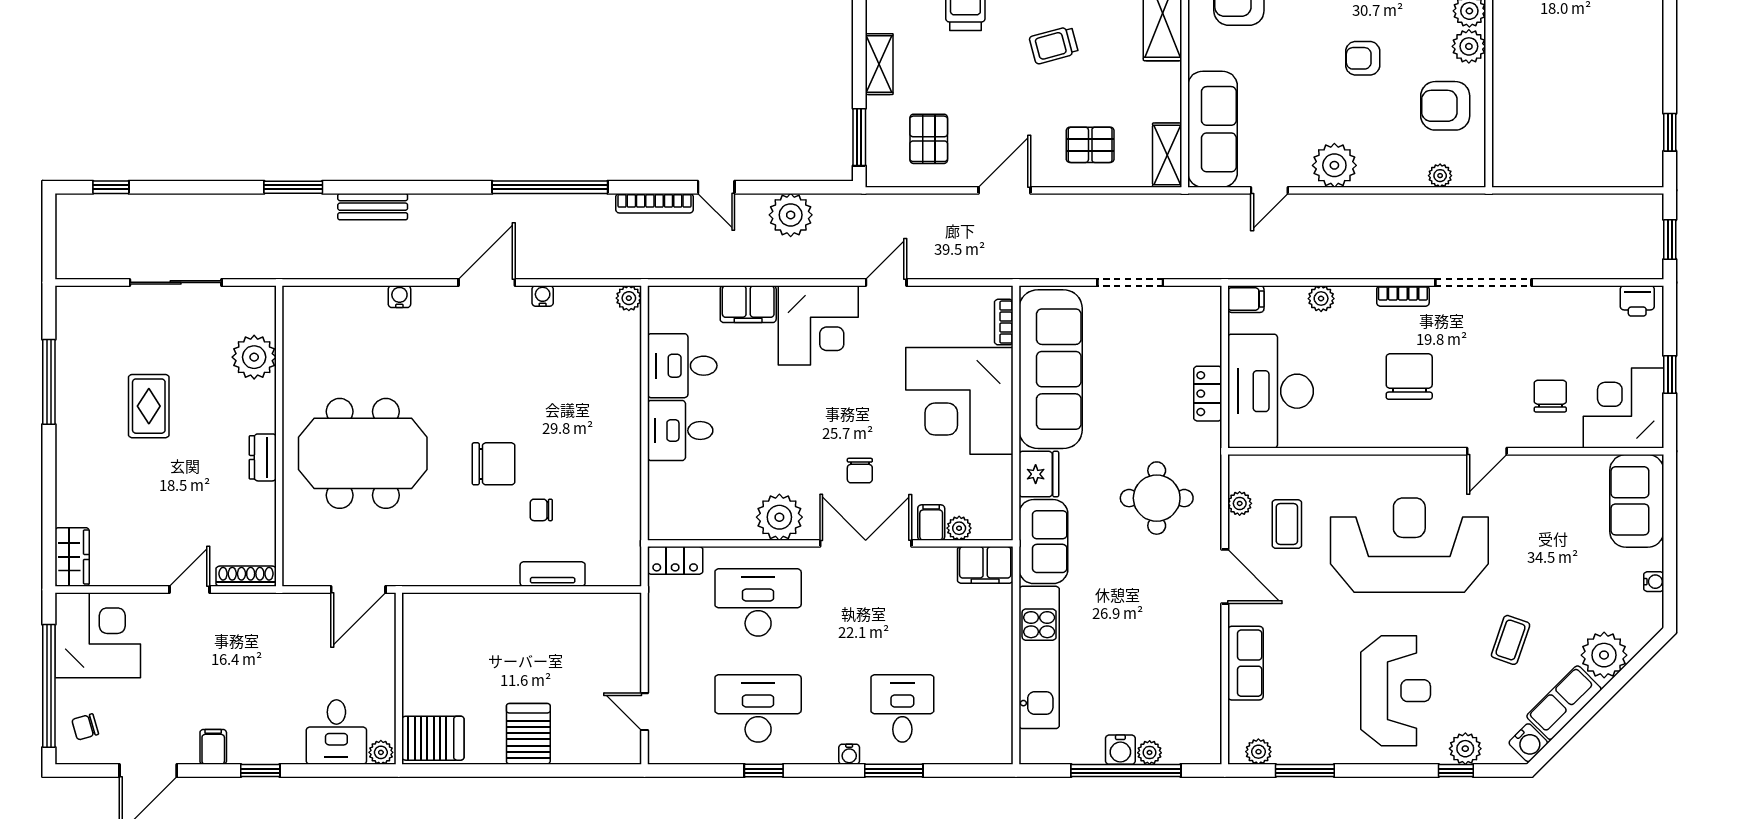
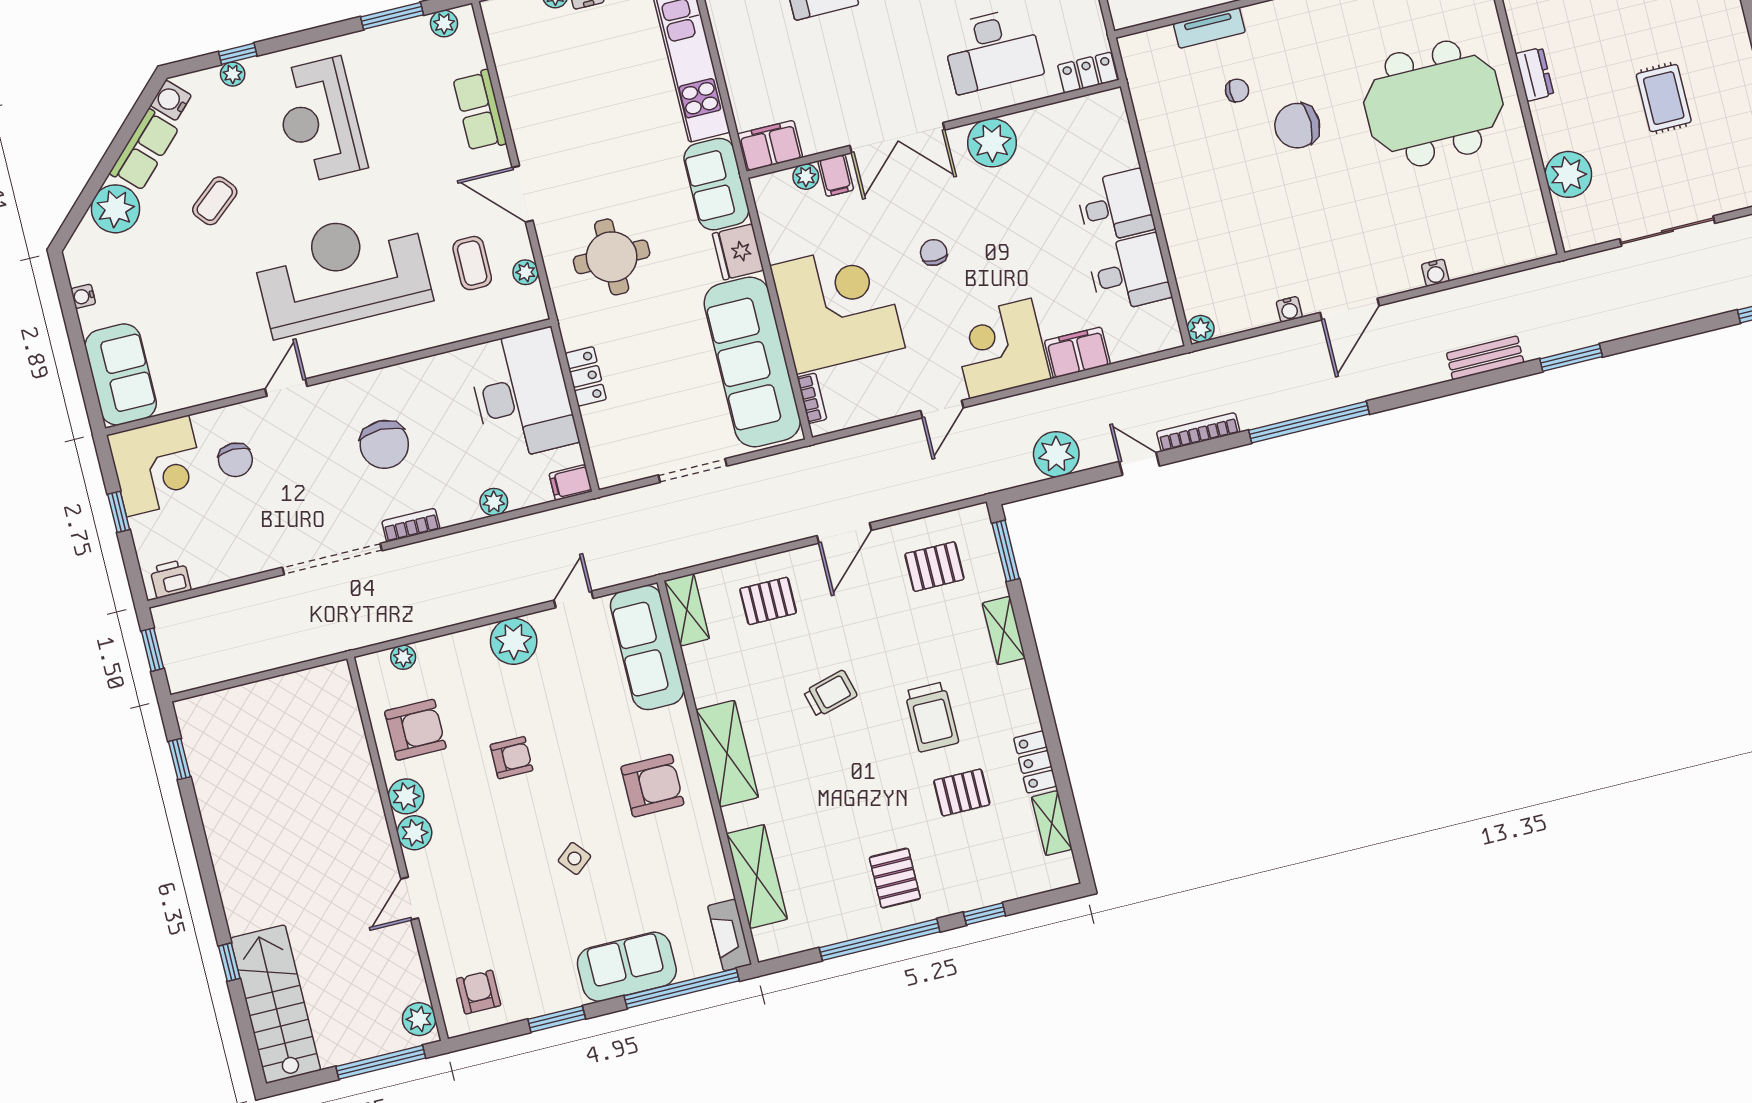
pallet: (929, 139) -> (934, 567), turned 90
chair: (860, 471) -> (934, 252), moved
reception desk: (1409, 545) -> (342, 272), turned 180
coffee table: (1511, 640) -> (215, 201), turned 31
plant: (1465, 749) -> (233, 74), width x0.73, depth x0.73

